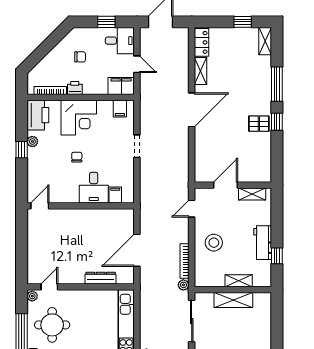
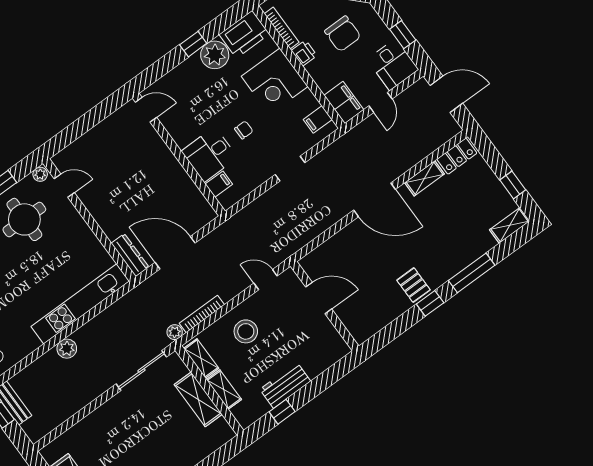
chair: (80, 57) -> (343, 34), width x1.87, depth x1.87
plant: (32, 141) -> (215, 55), width x1.88, depth x1.88
chair: (77, 157) -> (244, 130), moved
shelving: (252, 194) -> (201, 358), moved
dresser: (101, 278) -> (130, 255), moved

